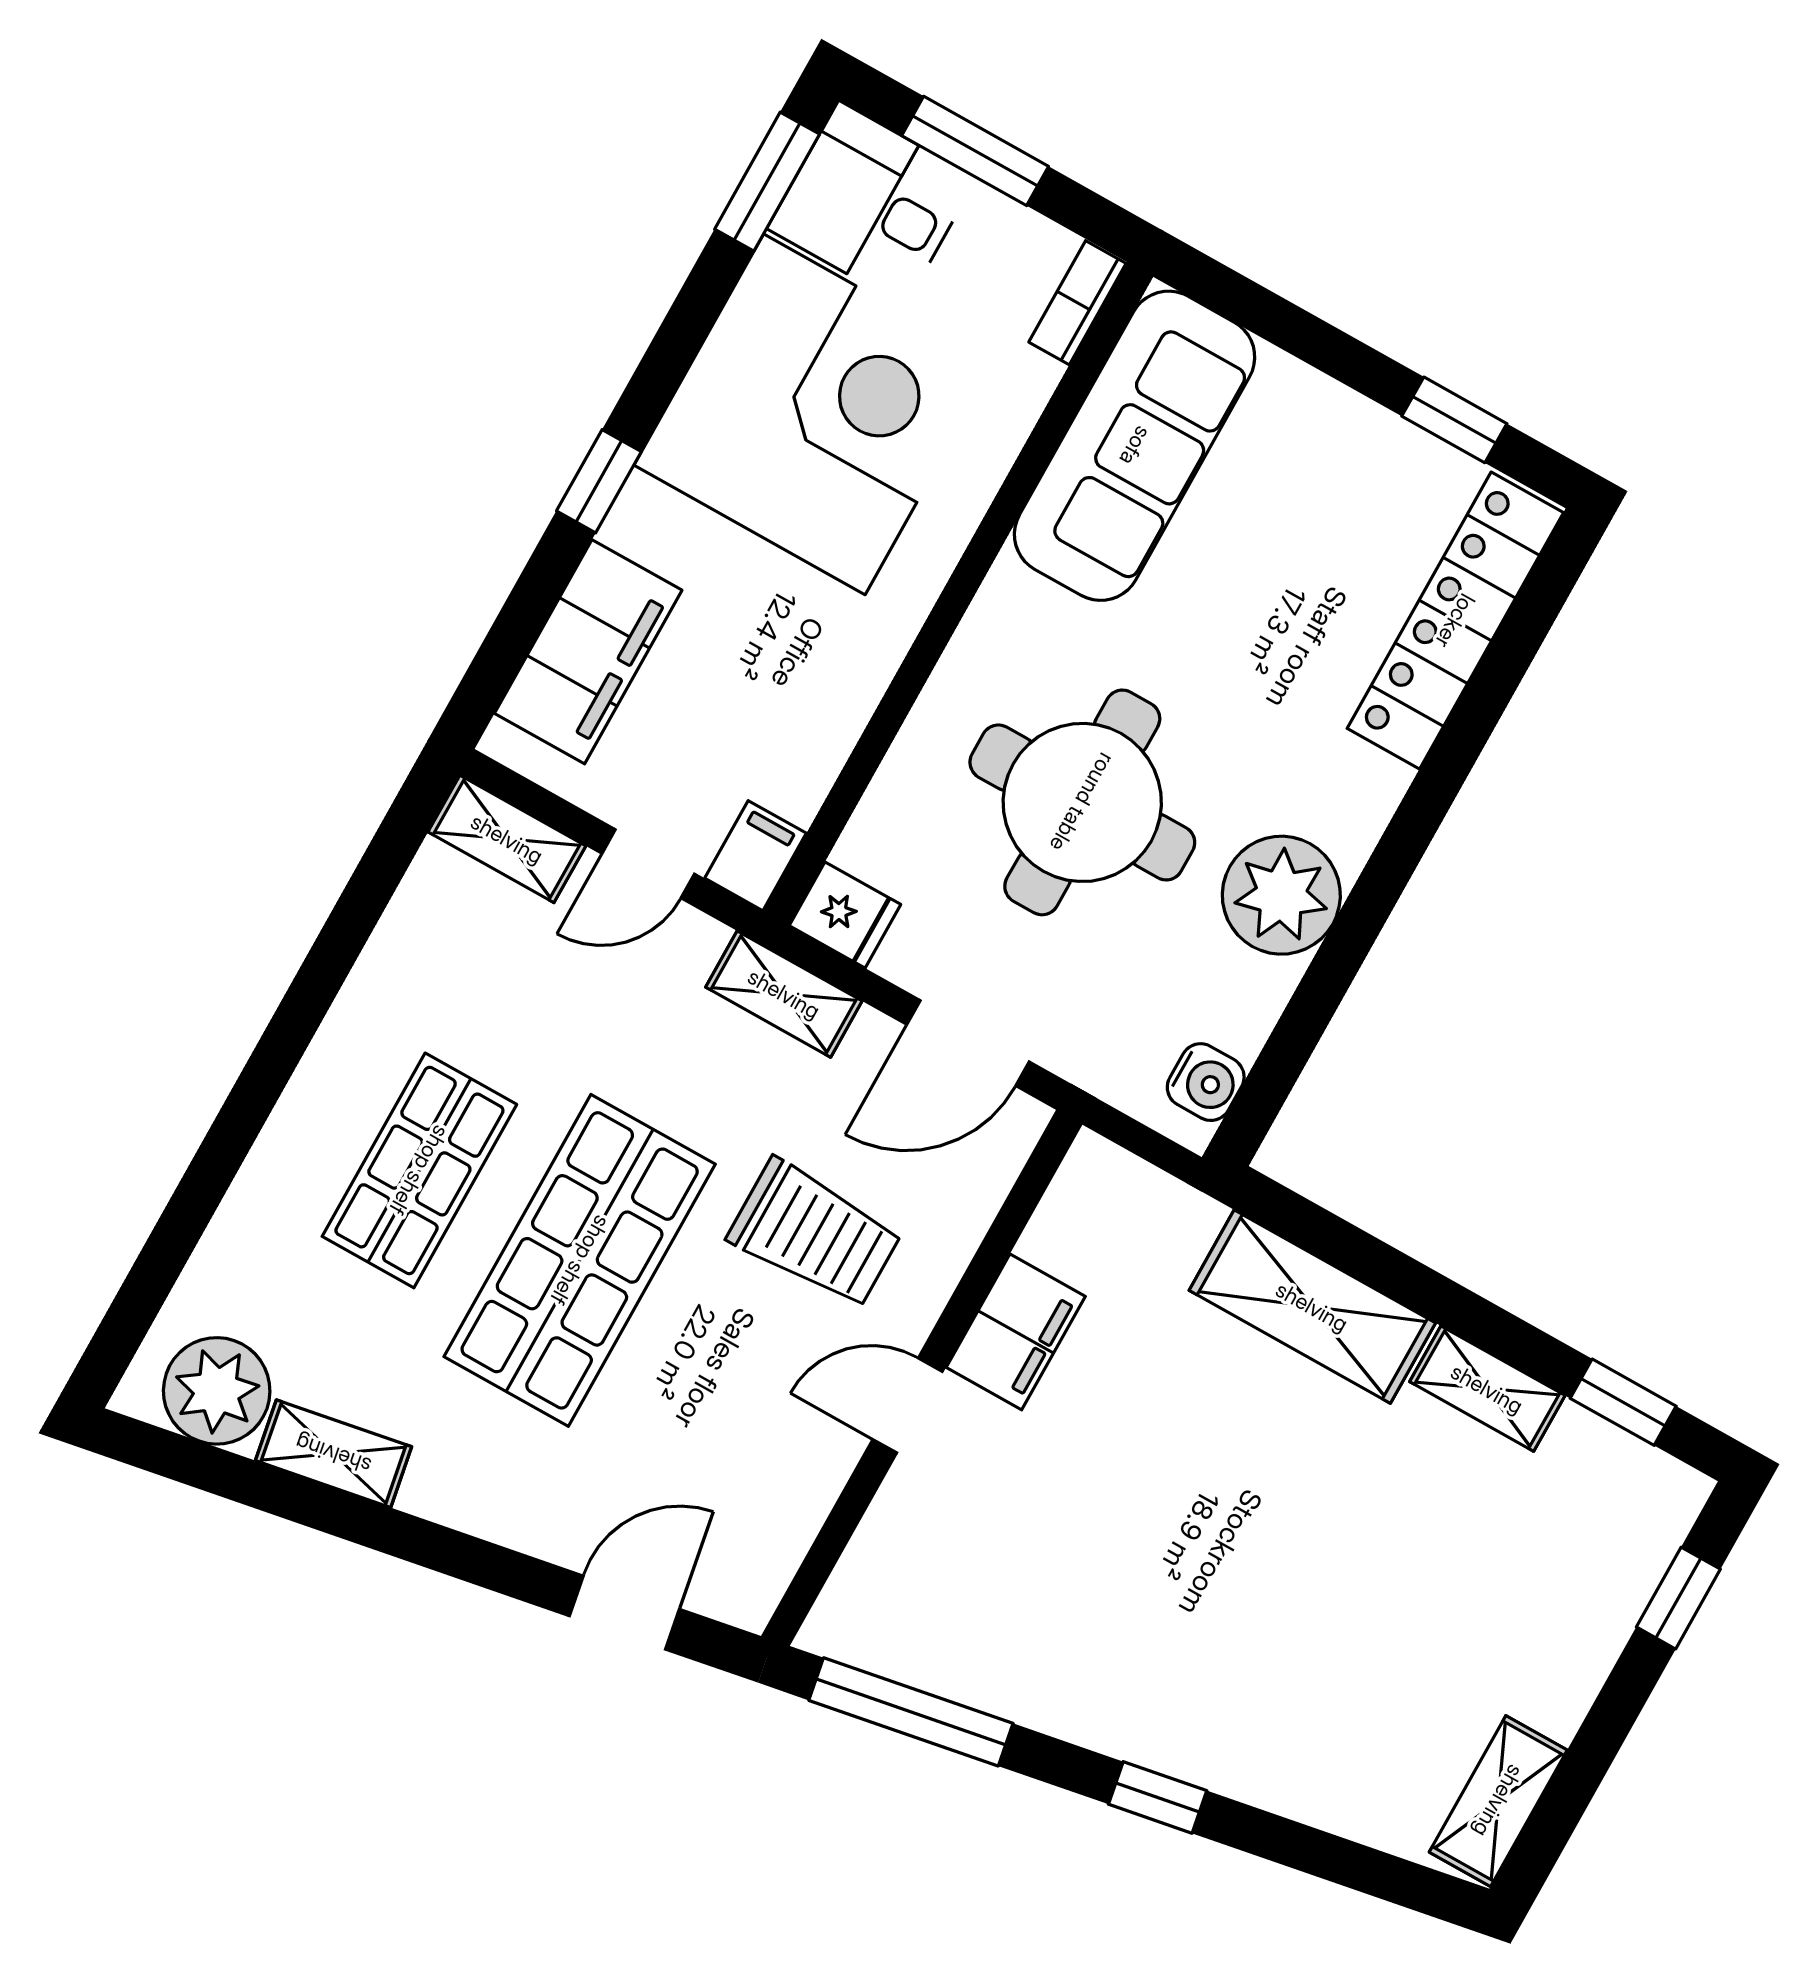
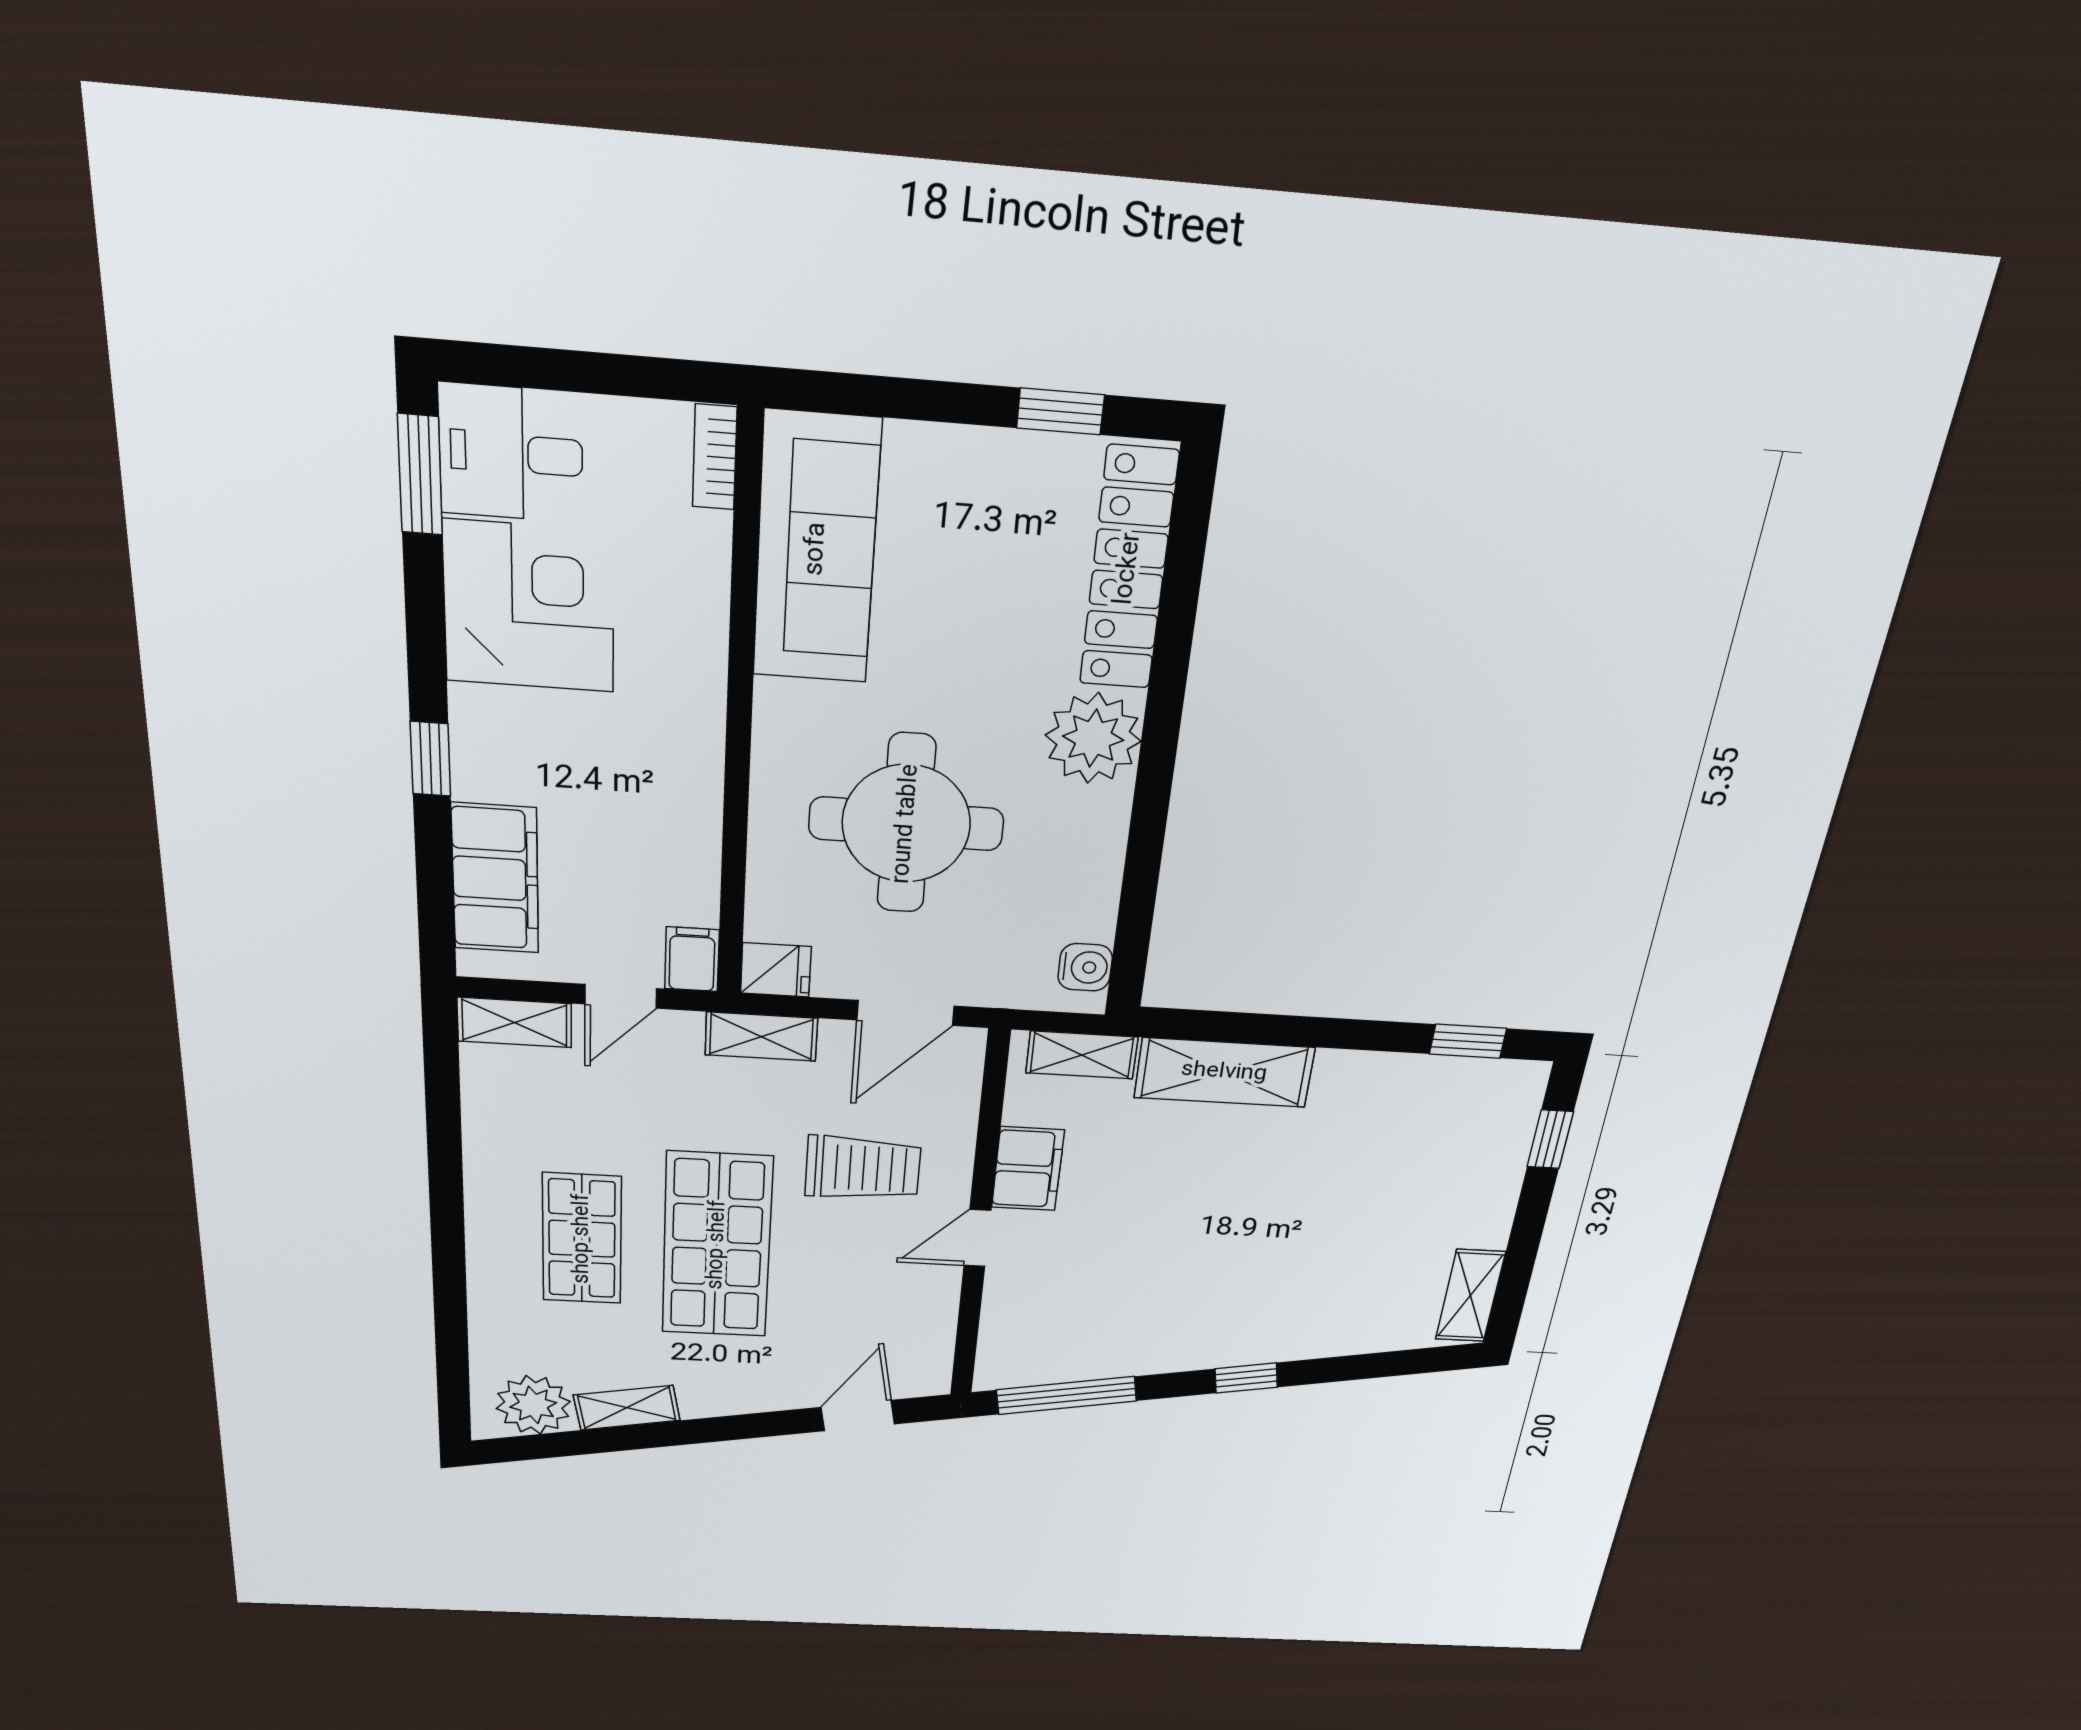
window: (975, 151) -> (569, 371), removed
corner desk: (814, 414) -> (529, 607), width x0.74, depth x0.74
plant: (1281, 895) -> (1093, 738), moved
shelving: (1487, 1389) -> (1082, 1055), moved

